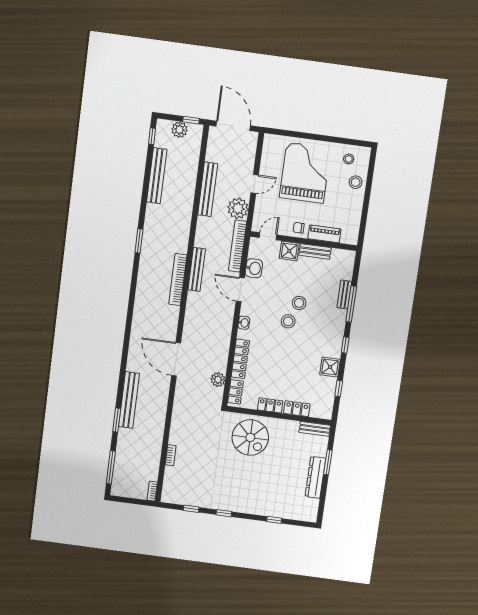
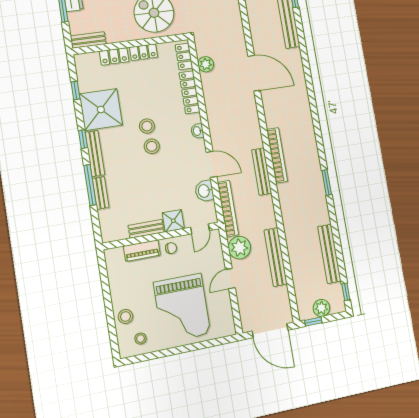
stool: (299, 303) -> (147, 126), moved
bench: (339, 330) -> (95, 154), added
shower: (330, 367) -> (101, 110), width x1.86, depth x1.86

